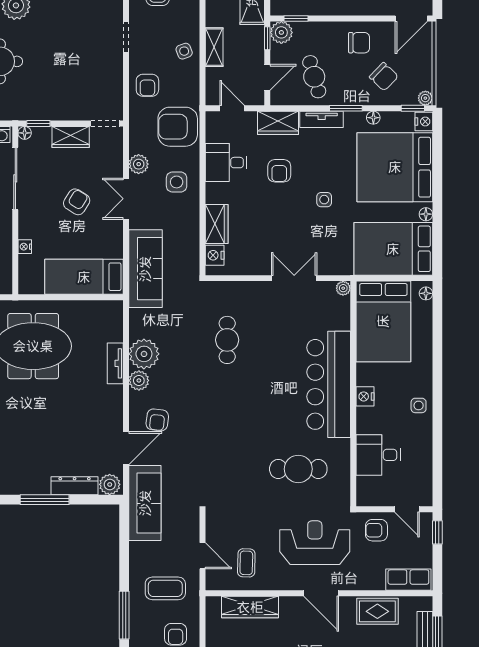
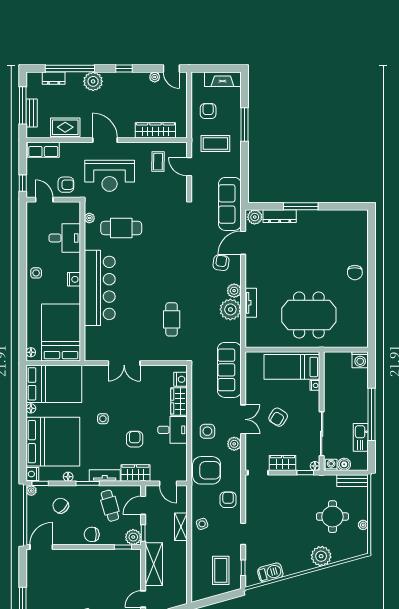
chair: (359, 43) -> (92, 534), moved
desk: (226, 163) -> (172, 430), moved
bed: (84, 277) -> (292, 367), moved, turned 180
plant: (343, 288) -> (89, 218), moved

